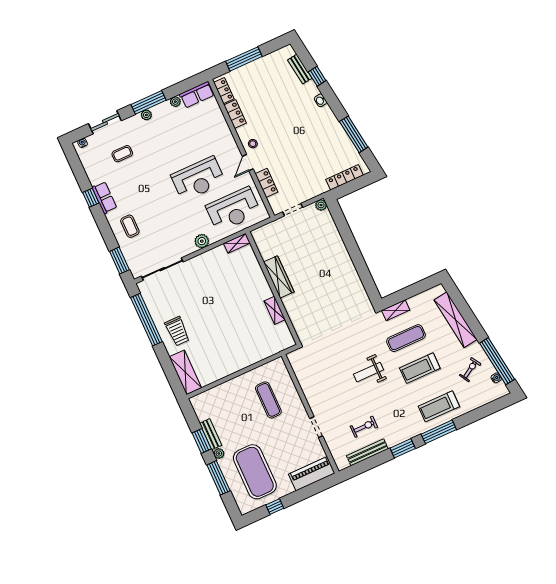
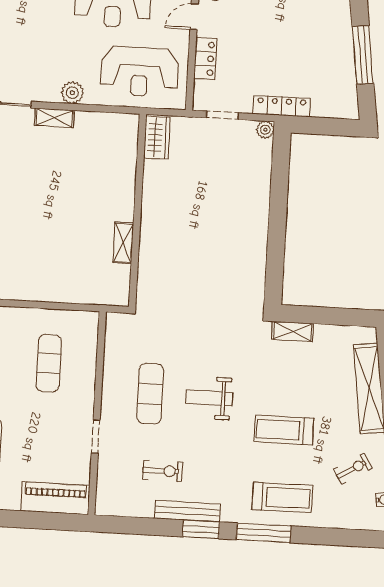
locker: (344, 177) -> (282, 106), moved
shelving: (237, 243) -> (54, 118), moved
wardrobe: (279, 277) -> (157, 137), moved, width x0.67
exercise mat: (406, 338) -> (150, 394), moved, turned 90
treadmill: (439, 406) -> (282, 497), turned 180
bench: (367, 452) -> (187, 511), moved

